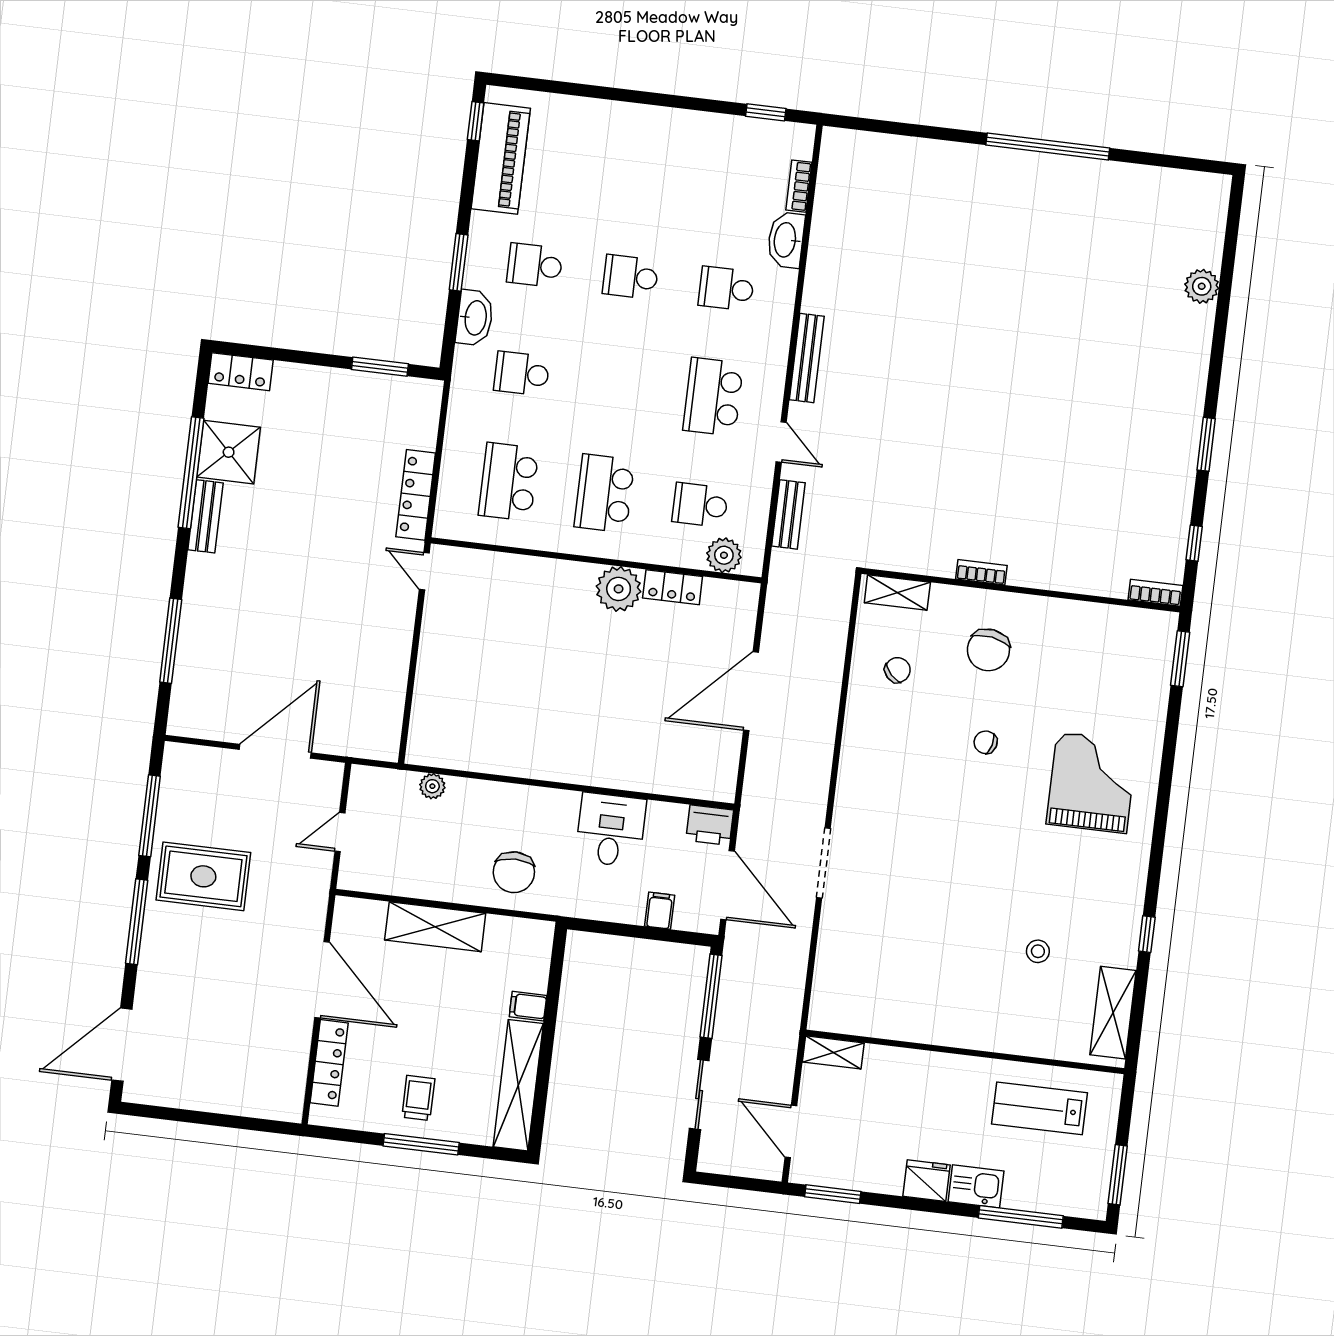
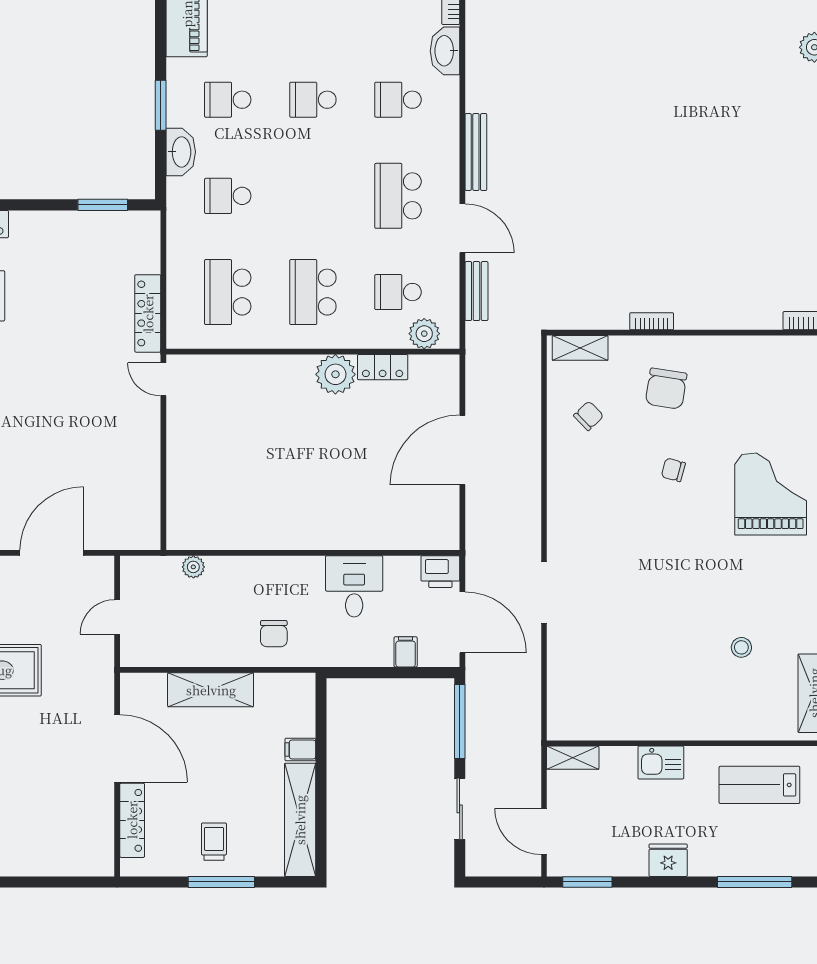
door: (781, 442) -> (462, 228), width x1.38
chair: (514, 872) -> (274, 634), width x0.73, depth x0.73
kitchen sink: (976, 1186) -> (661, 763), moved, turned 180

